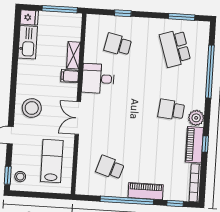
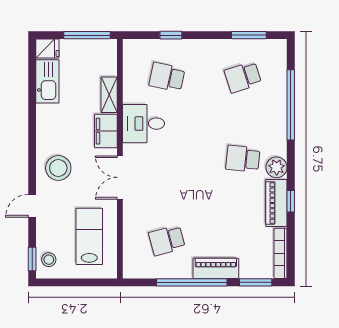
school desk: (175, 48) -> (243, 77), width x0.54
filing cabinet: (70, 76) -> (106, 131), width x2.00
school desk: (110, 168) -> (167, 240), turned -33
window: (175, 203) -> (256, 282), width x1.50

